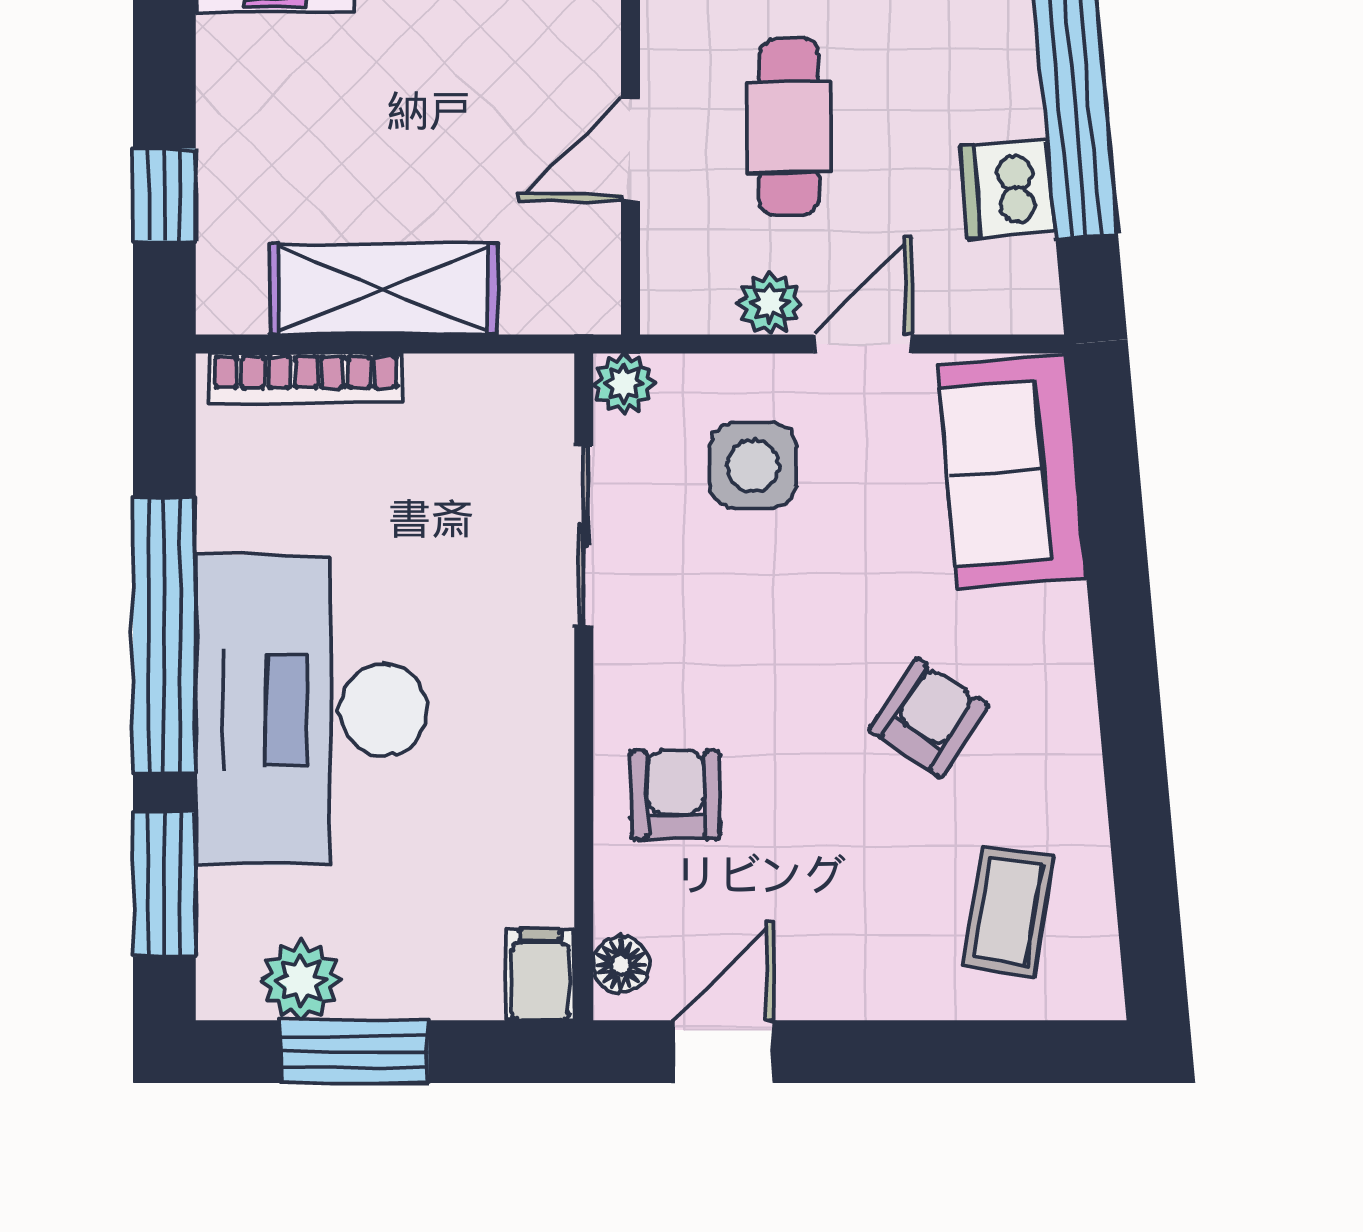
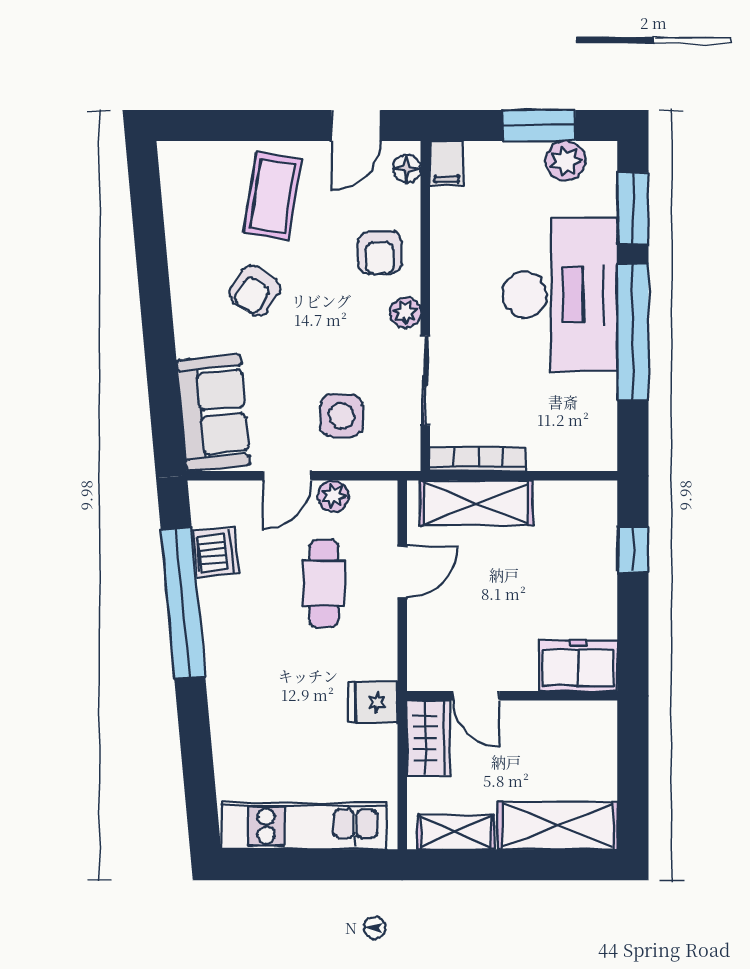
shelving: (383, 289) -> (476, 503), moved
bookcase: (306, 378) -> (478, 459), moved
plant: (624, 384) -> (406, 312), moved
coffee table: (1008, 912) -> (272, 196), moved, width x1.36, depth x1.30

